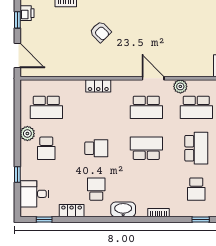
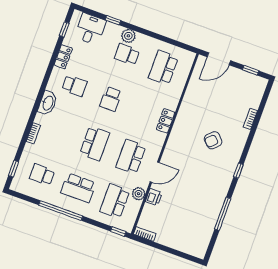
printer: (27, 13) -> (154, 197), moved, turned -90
plant: (27, 134) -> (128, 36), moved

